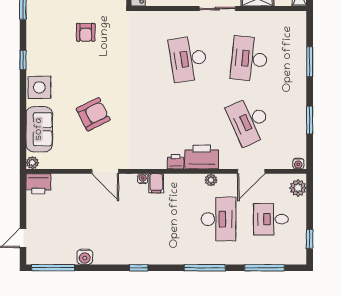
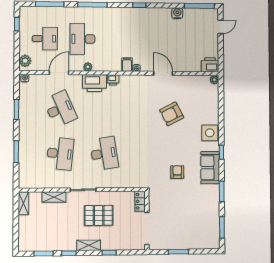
sofa: (39, 129) -> (210, 168), moved

